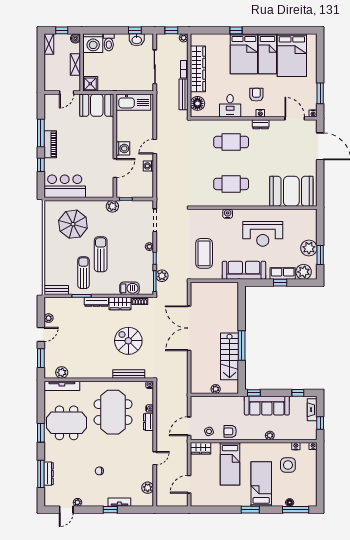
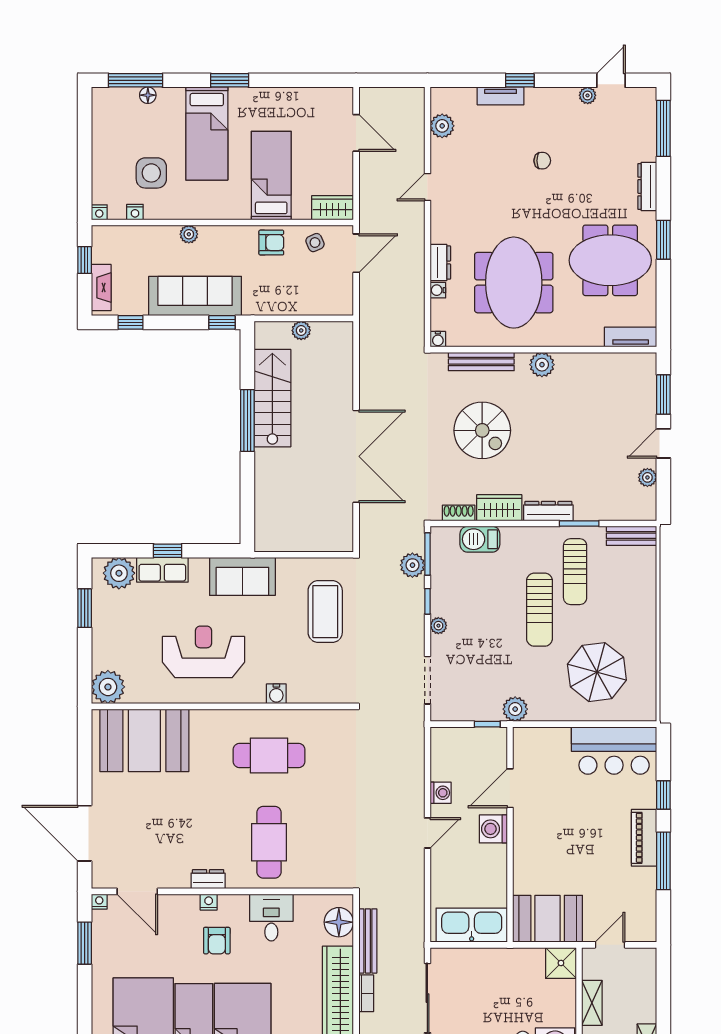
cafe table: (231, 142) -> (269, 842), turned 90
plant: (309, 248) -> (108, 687), moved
sofa: (244, 270) -> (242, 576), width x0.73
plant: (62, 372) -> (542, 365), moved
tv unit: (62, 386) -> (631, 337), width x0.71
window: (41, 474) -> (663, 128), moved
dresser: (49, 474) -> (647, 186), moved
door: (189, 484) -> (356, 133), hinge flipped

